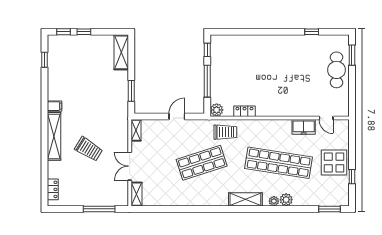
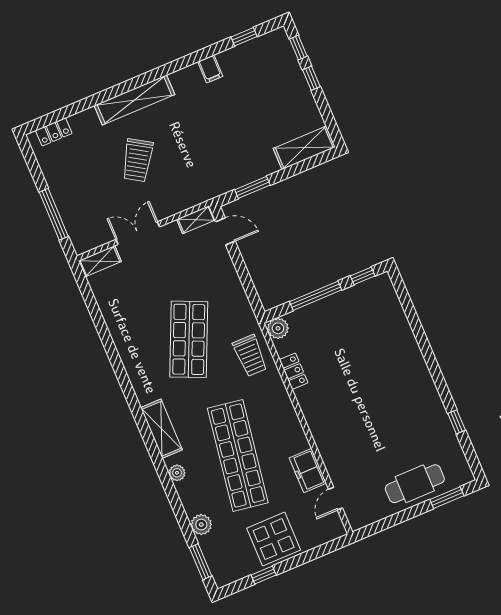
filing cabinet: (55, 106) -> (210, 69), moved
door: (177, 117) -> (225, 231), moved
shop shelf: (202, 163) -> (189, 339), turned 42
plant: (286, 200) -> (201, 525), moved

